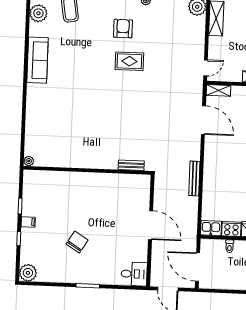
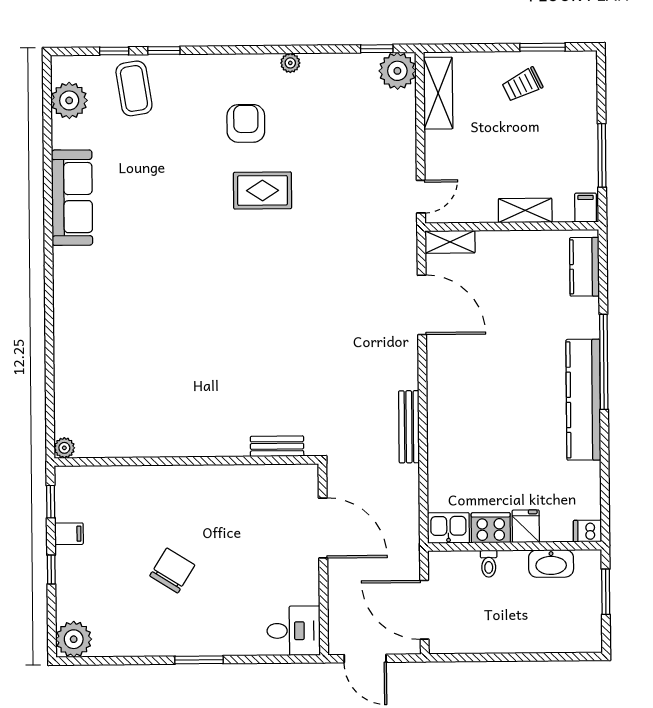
plant: (29, 161) -> (64, 448), moved
bench: (131, 165) -> (277, 446), moved
wall: (87, 170) -> (186, 461), moved

